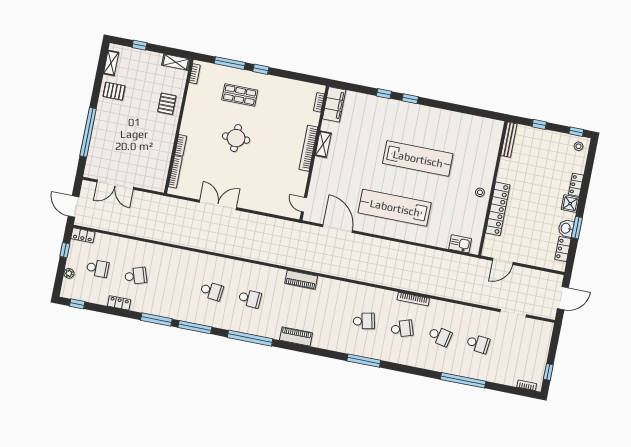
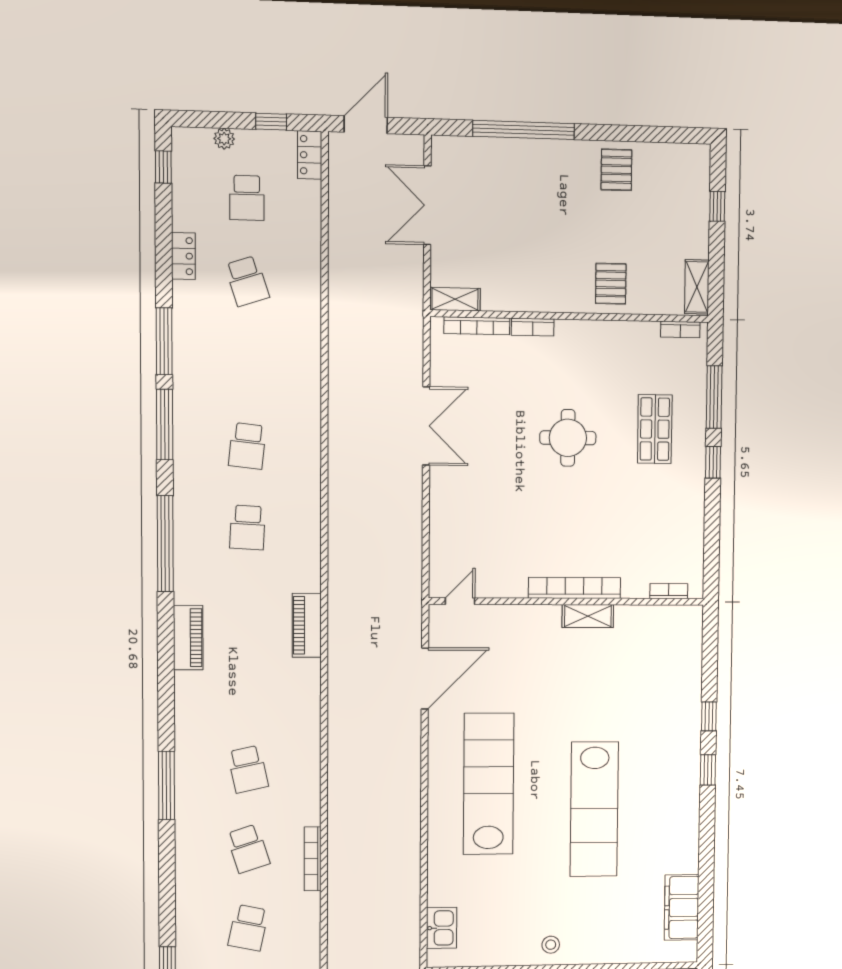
shelving: (111, 63) -> (455, 299), moved
pallet: (167, 104) -> (611, 284), turned 90
filing cabinet: (334, 104) -> (682, 907), moved, turned 90

